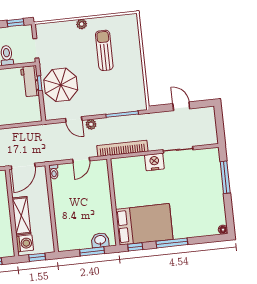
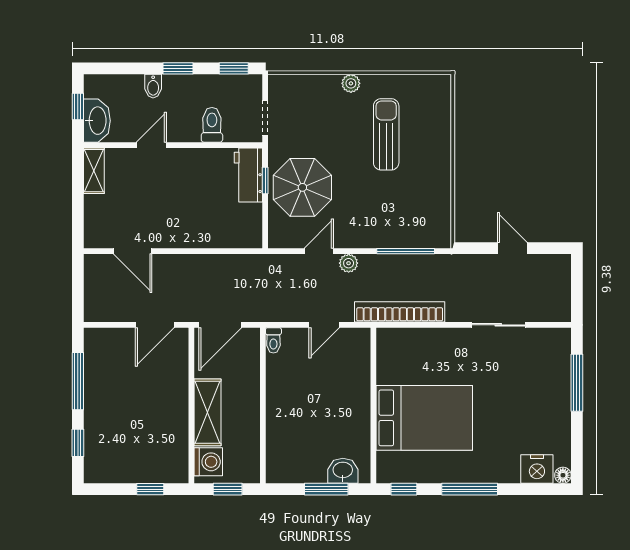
door: (74, 119) -> (319, 251), swing flipped
nightstand: (154, 162) -> (537, 469), moved, turned 180
bed: (144, 224) -> (424, 418), moved

